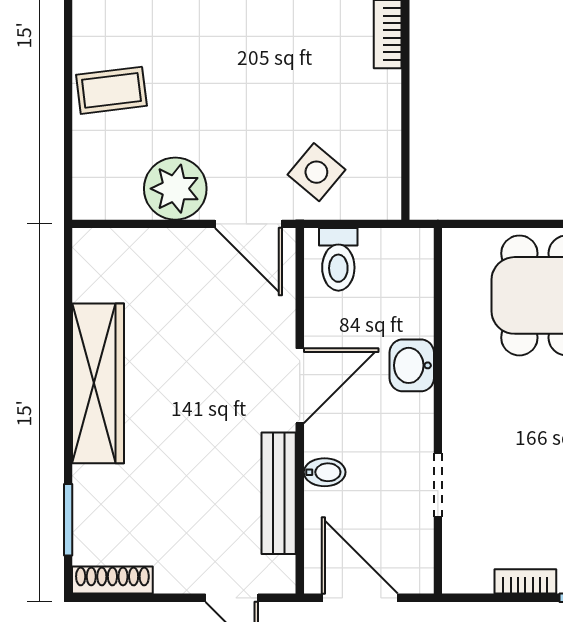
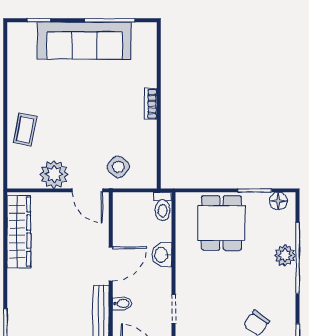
coffee table: (111, 90) -> (25, 130), turned -72
toilet: (338, 259) -> (162, 207), moved
wardrobe: (98, 383) -> (19, 232), moved

